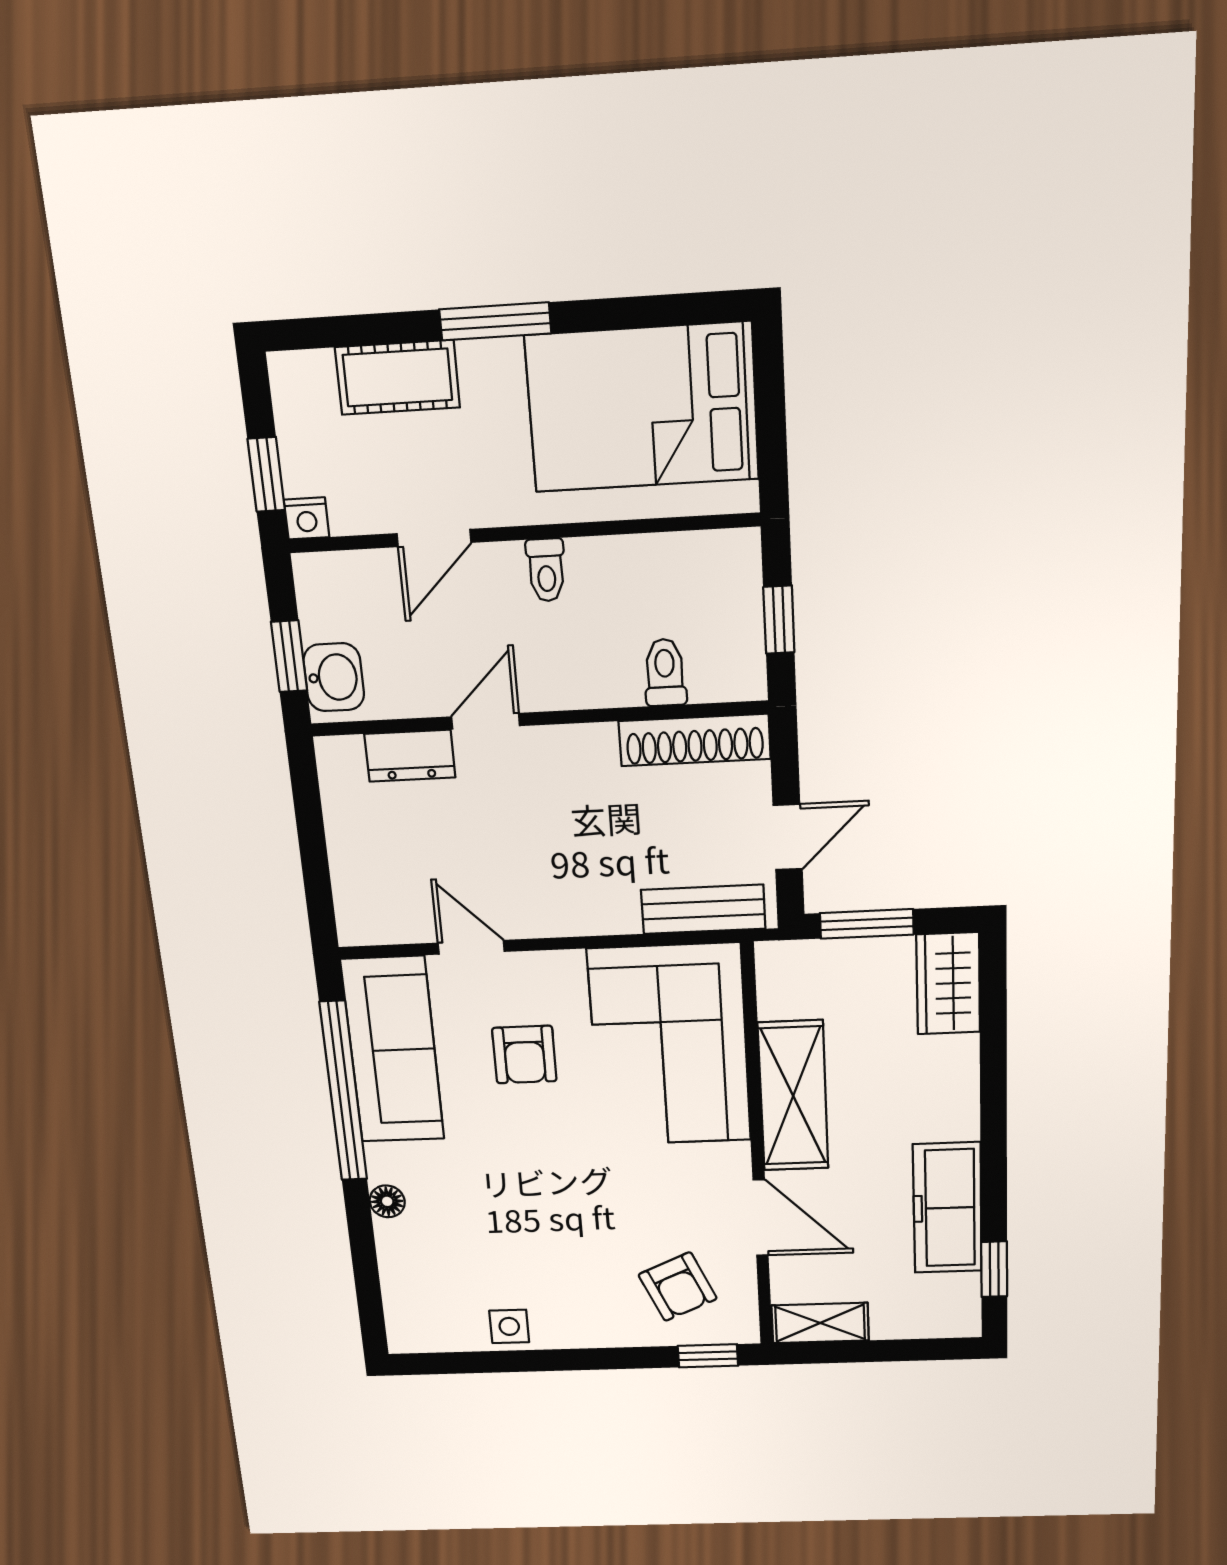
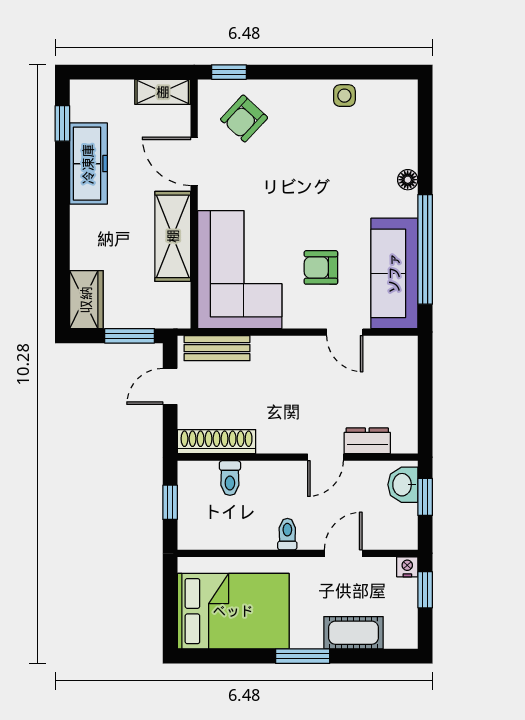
armchair: (524, 1055) -> (321, 267), turned -90
armchair: (678, 1287) -> (244, 119), turned -113

